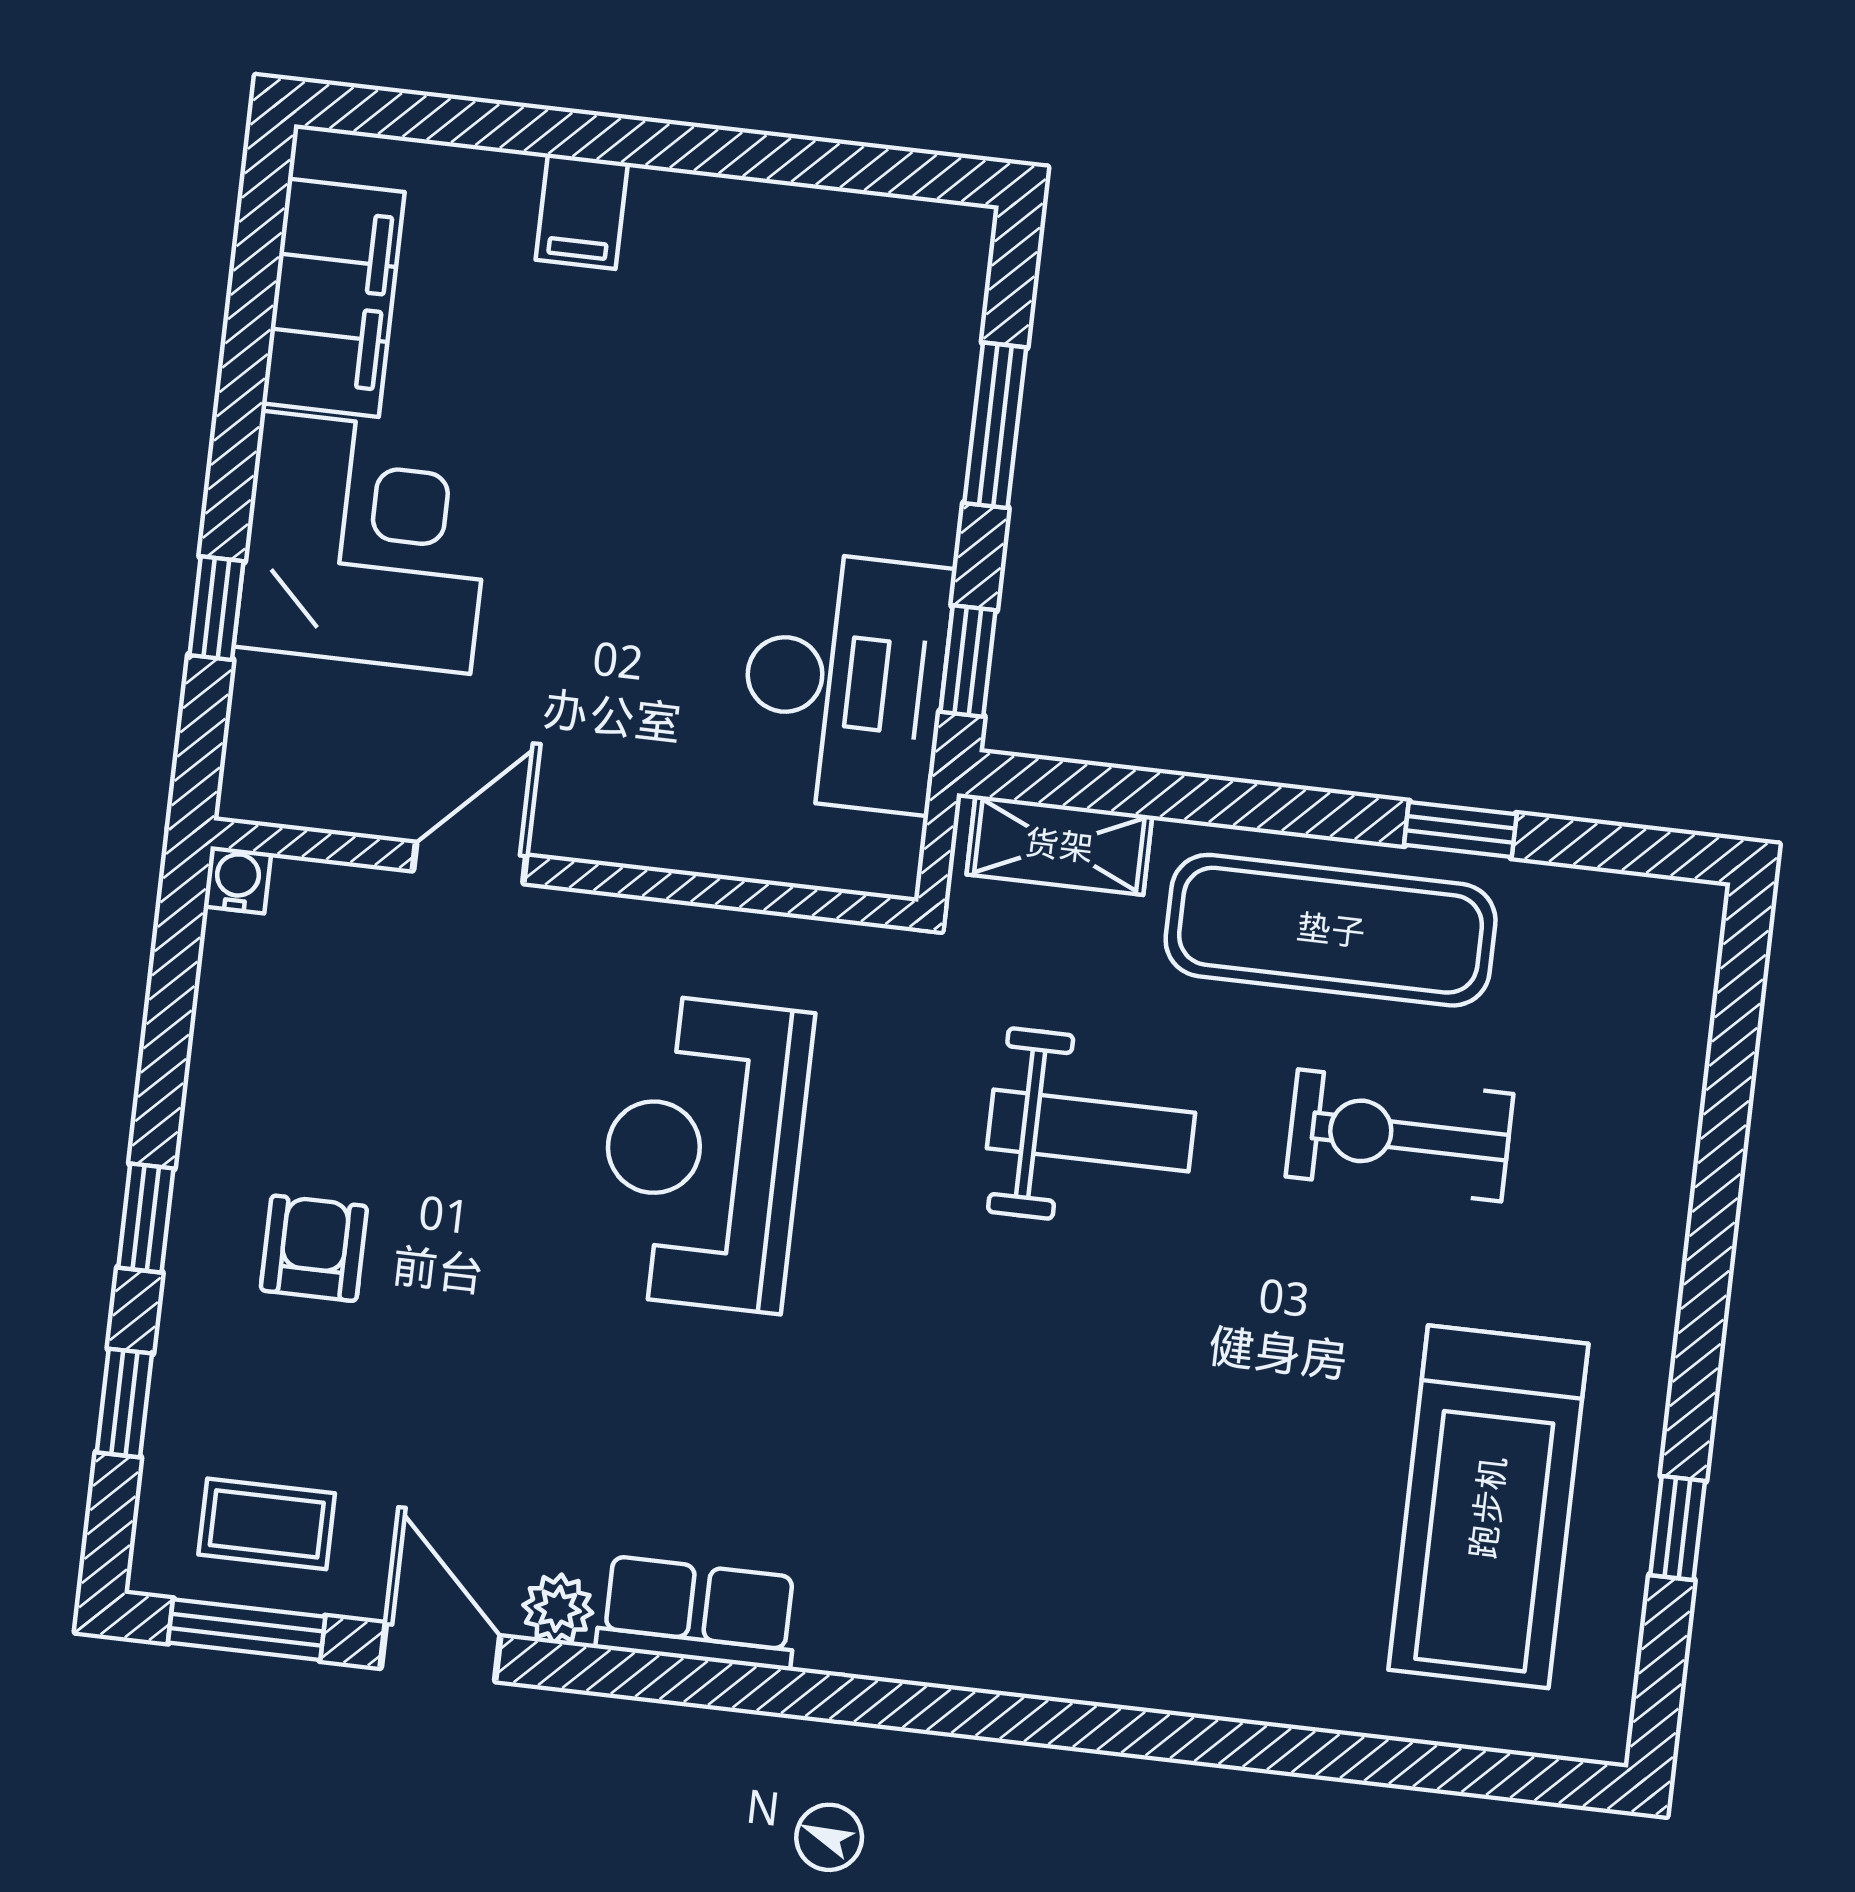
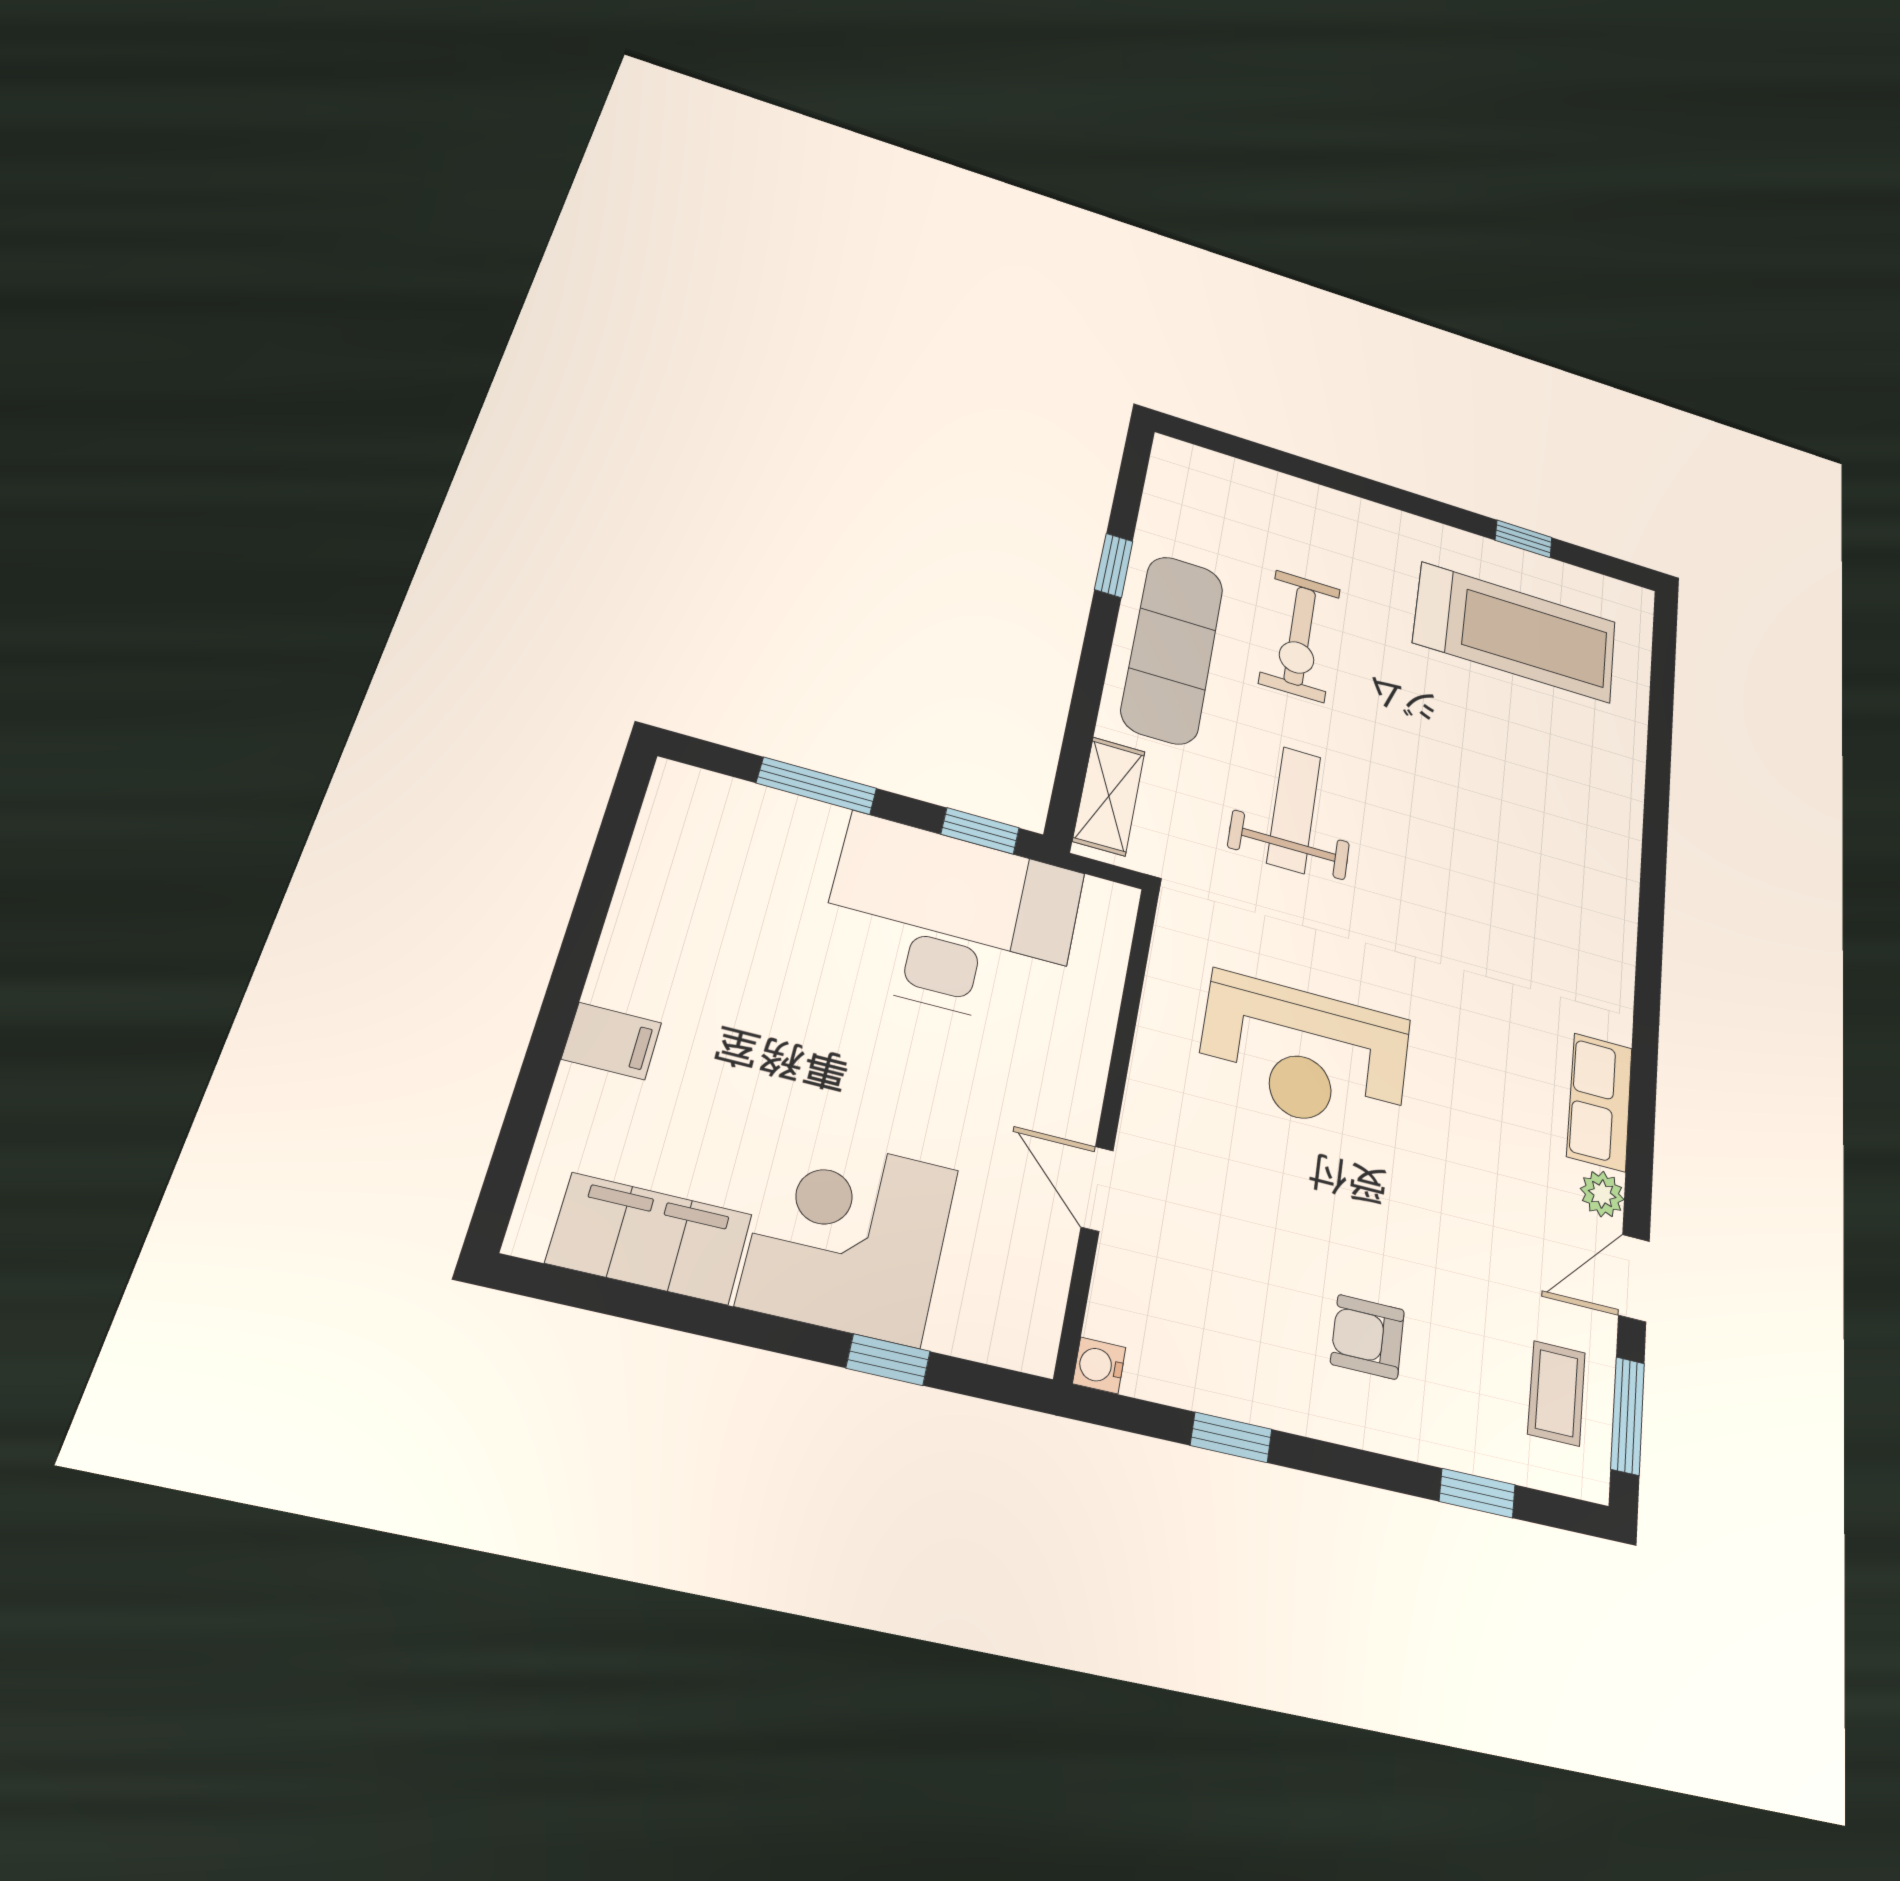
desk: (845, 681) -> (951, 922), width x1.36, depth x1.30
window: (146, 1218) -> (1231, 1437), moved

